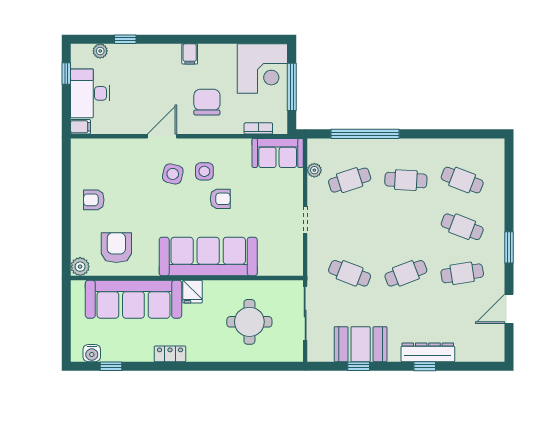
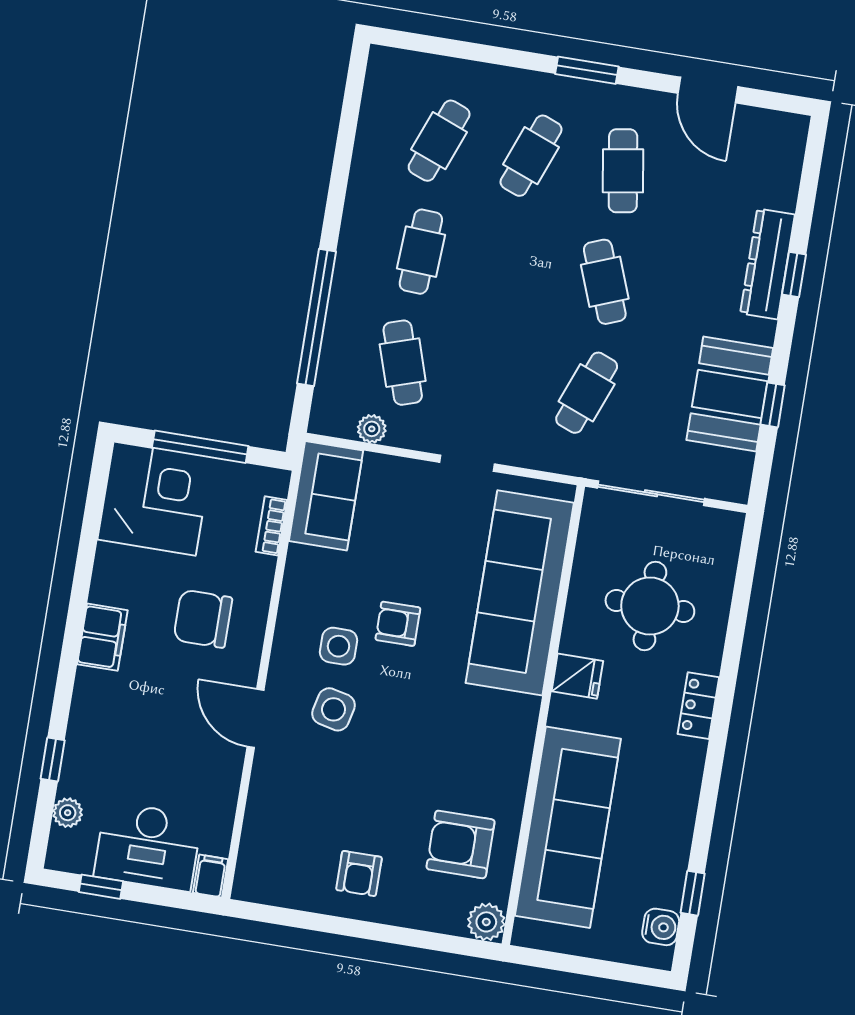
filing cabinet: (190, 54) -> (102, 637), width x2.00
armchair: (220, 199) -> (398, 624), turned -90
sofa: (208, 257) -> (520, 593), moved
fridge: (193, 292) -> (577, 676), moved
locker: (170, 354) -> (698, 706), moved

